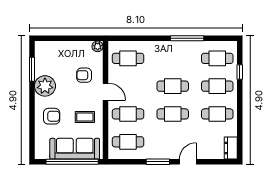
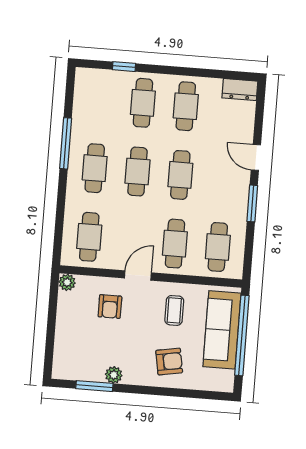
cafe table: (217, 58) -> (95, 168), moved
plant: (45, 86) -> (114, 375), width x0.53, depth x0.53
armchair: (52, 116) -> (169, 362), turned 80

